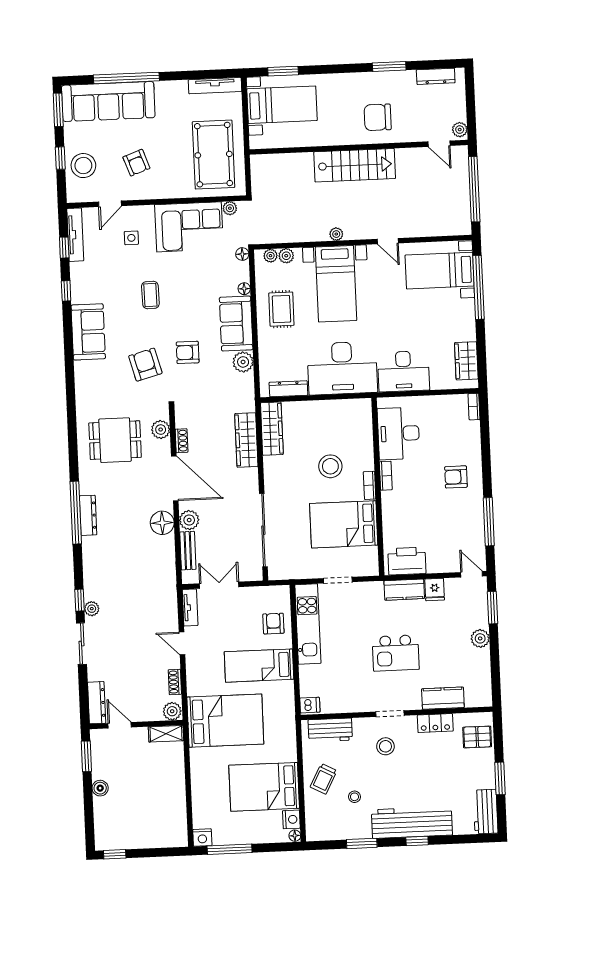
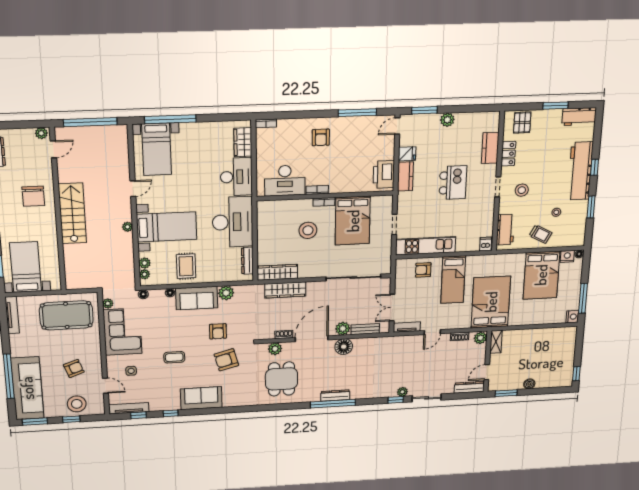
rug: (281, 309) -> (186, 266), turned 90
wardrobe: (466, 361) -> (243, 142), moved, turned 90

